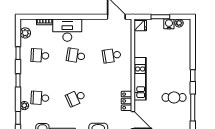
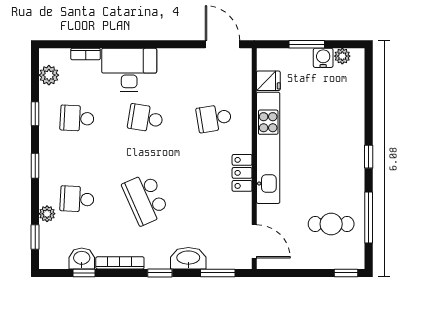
fridge: (140, 26) -> (268, 81), moved
kitchen unit: (140, 79) -> (268, 148), width x1.36
cafe table: (174, 97) -> (331, 224), moved
school desk: (76, 98) -> (145, 199), width x1.85
locker: (126, 101) -> (242, 173), moved

